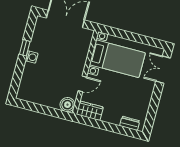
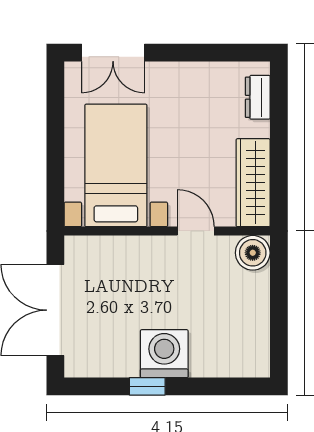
washing machine: (32, 57) -> (164, 354), width x1.89, depth x1.89
wardrobe: (90, 111) -> (253, 183), width x1.50

